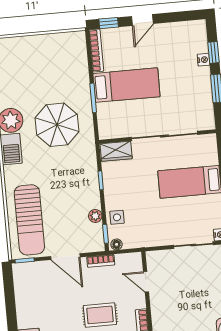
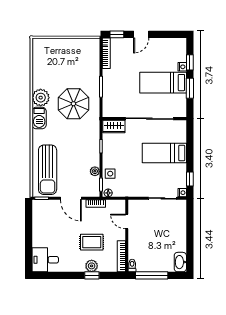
bed: (126, 85) -> (163, 83), moved, turned 180

